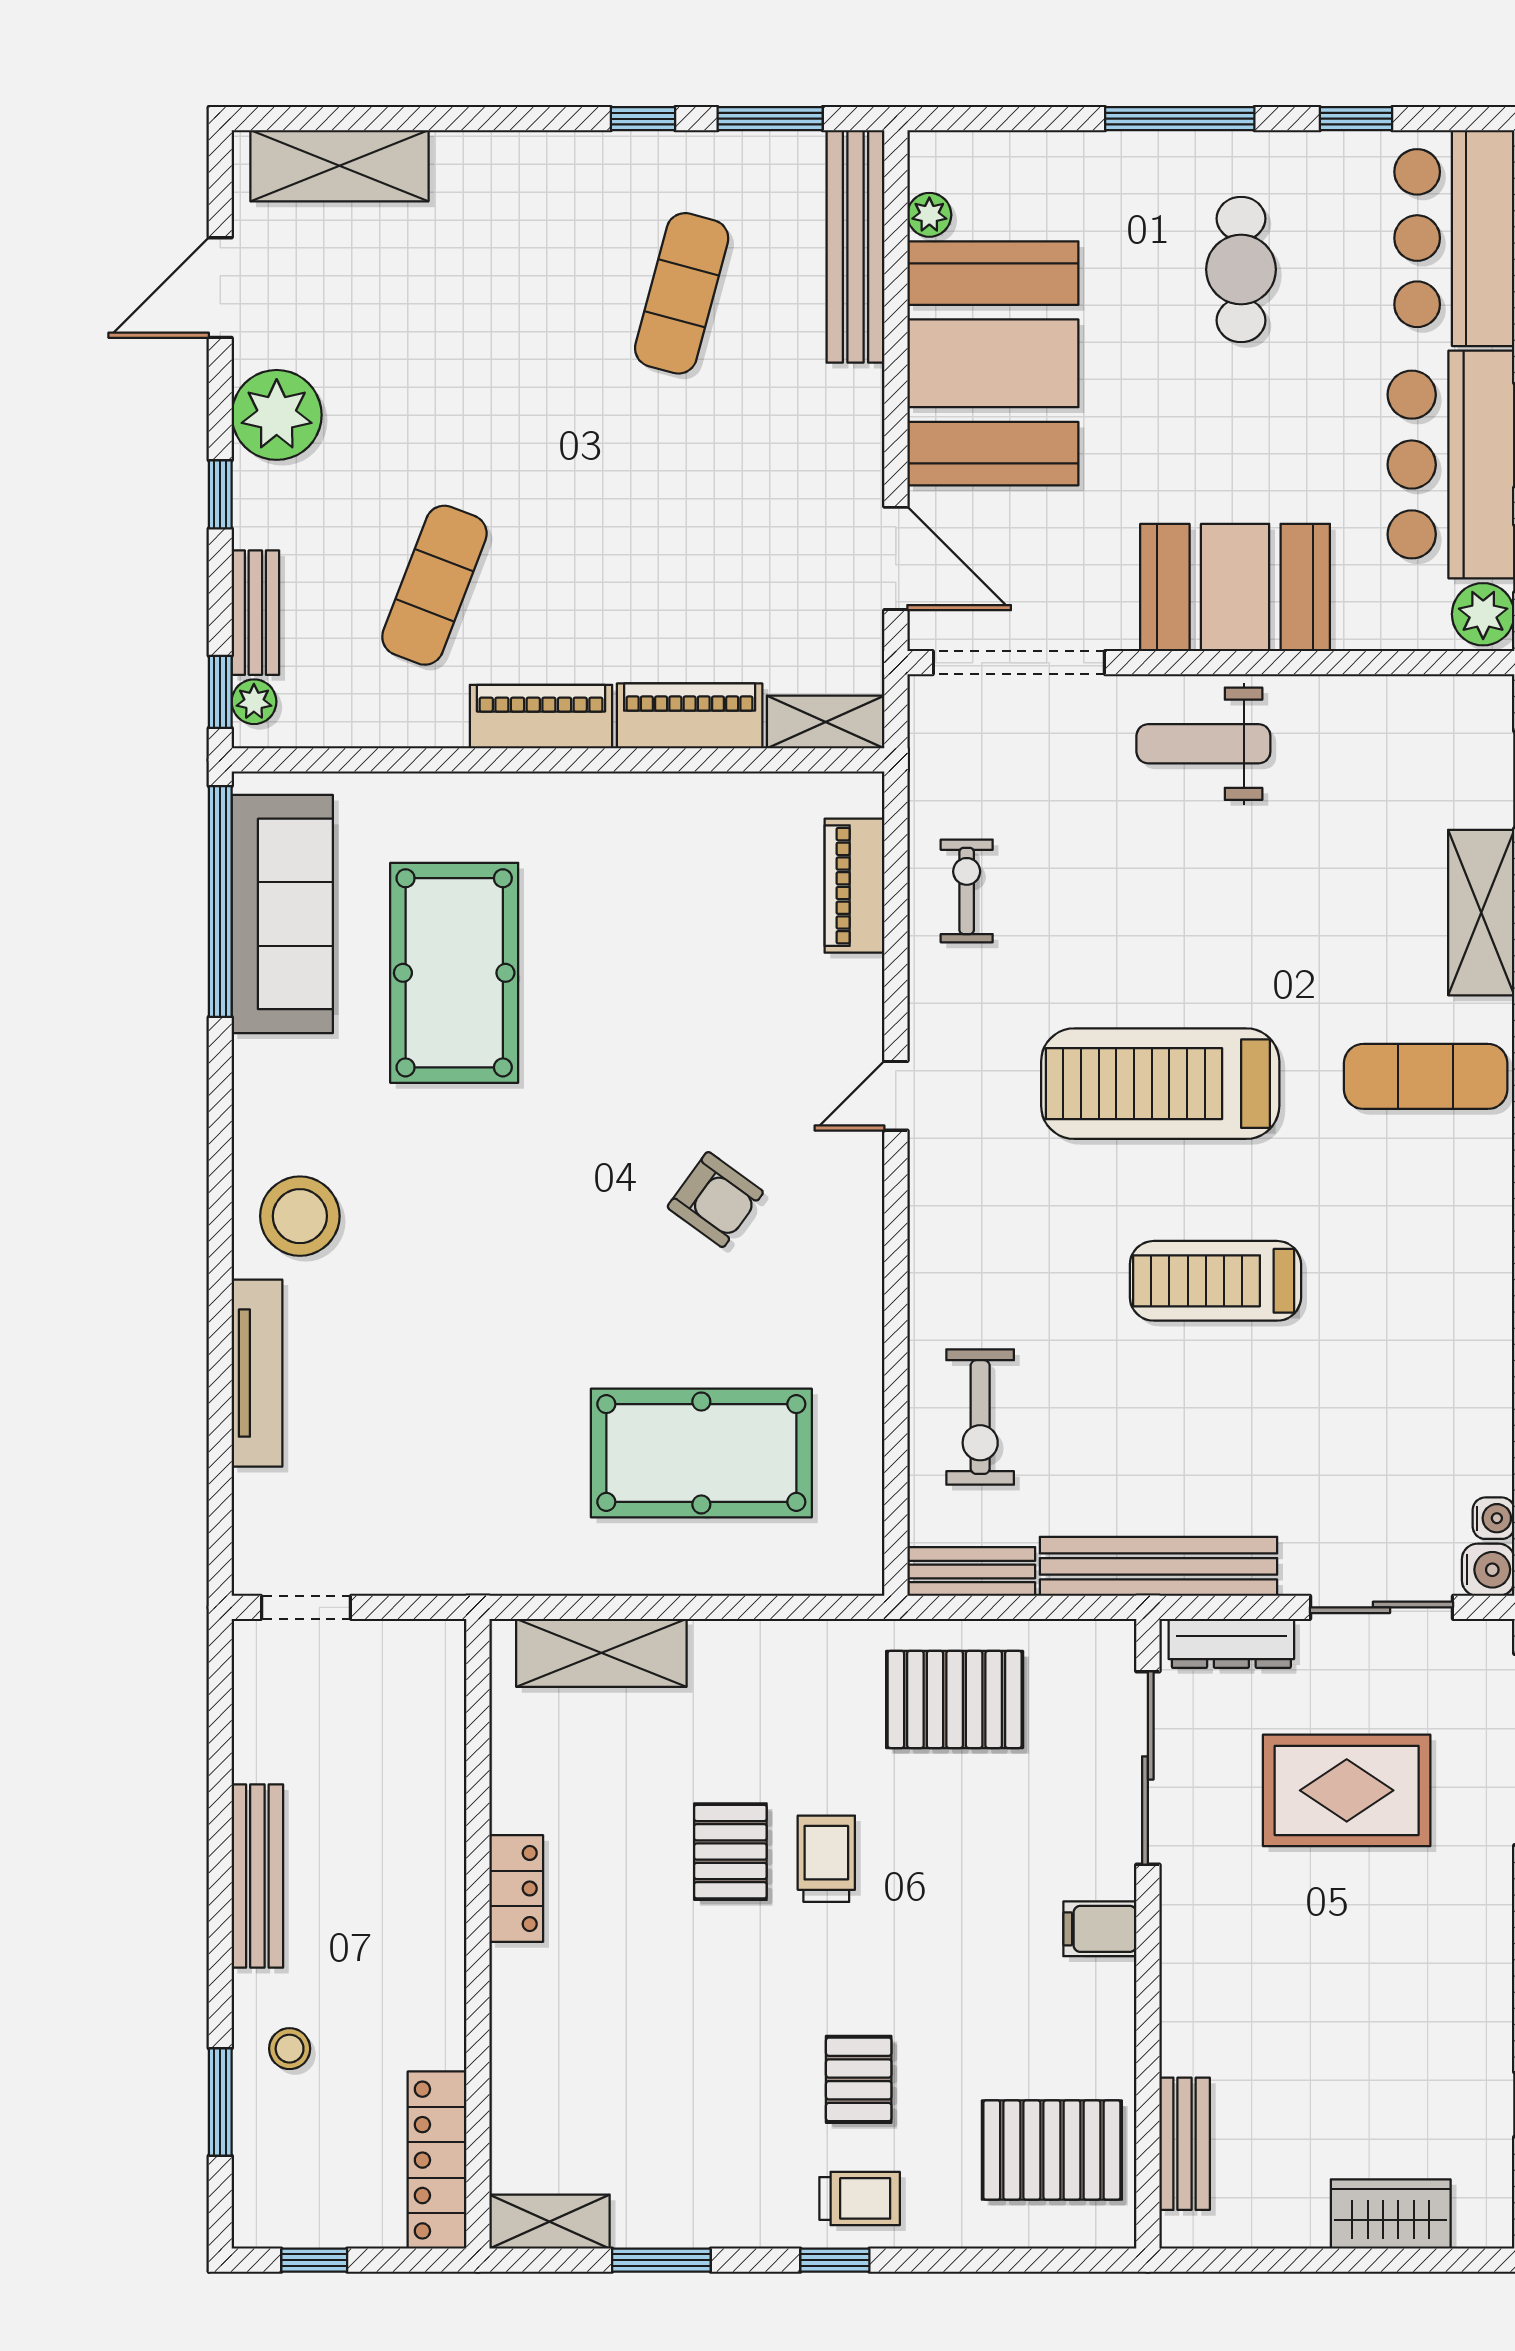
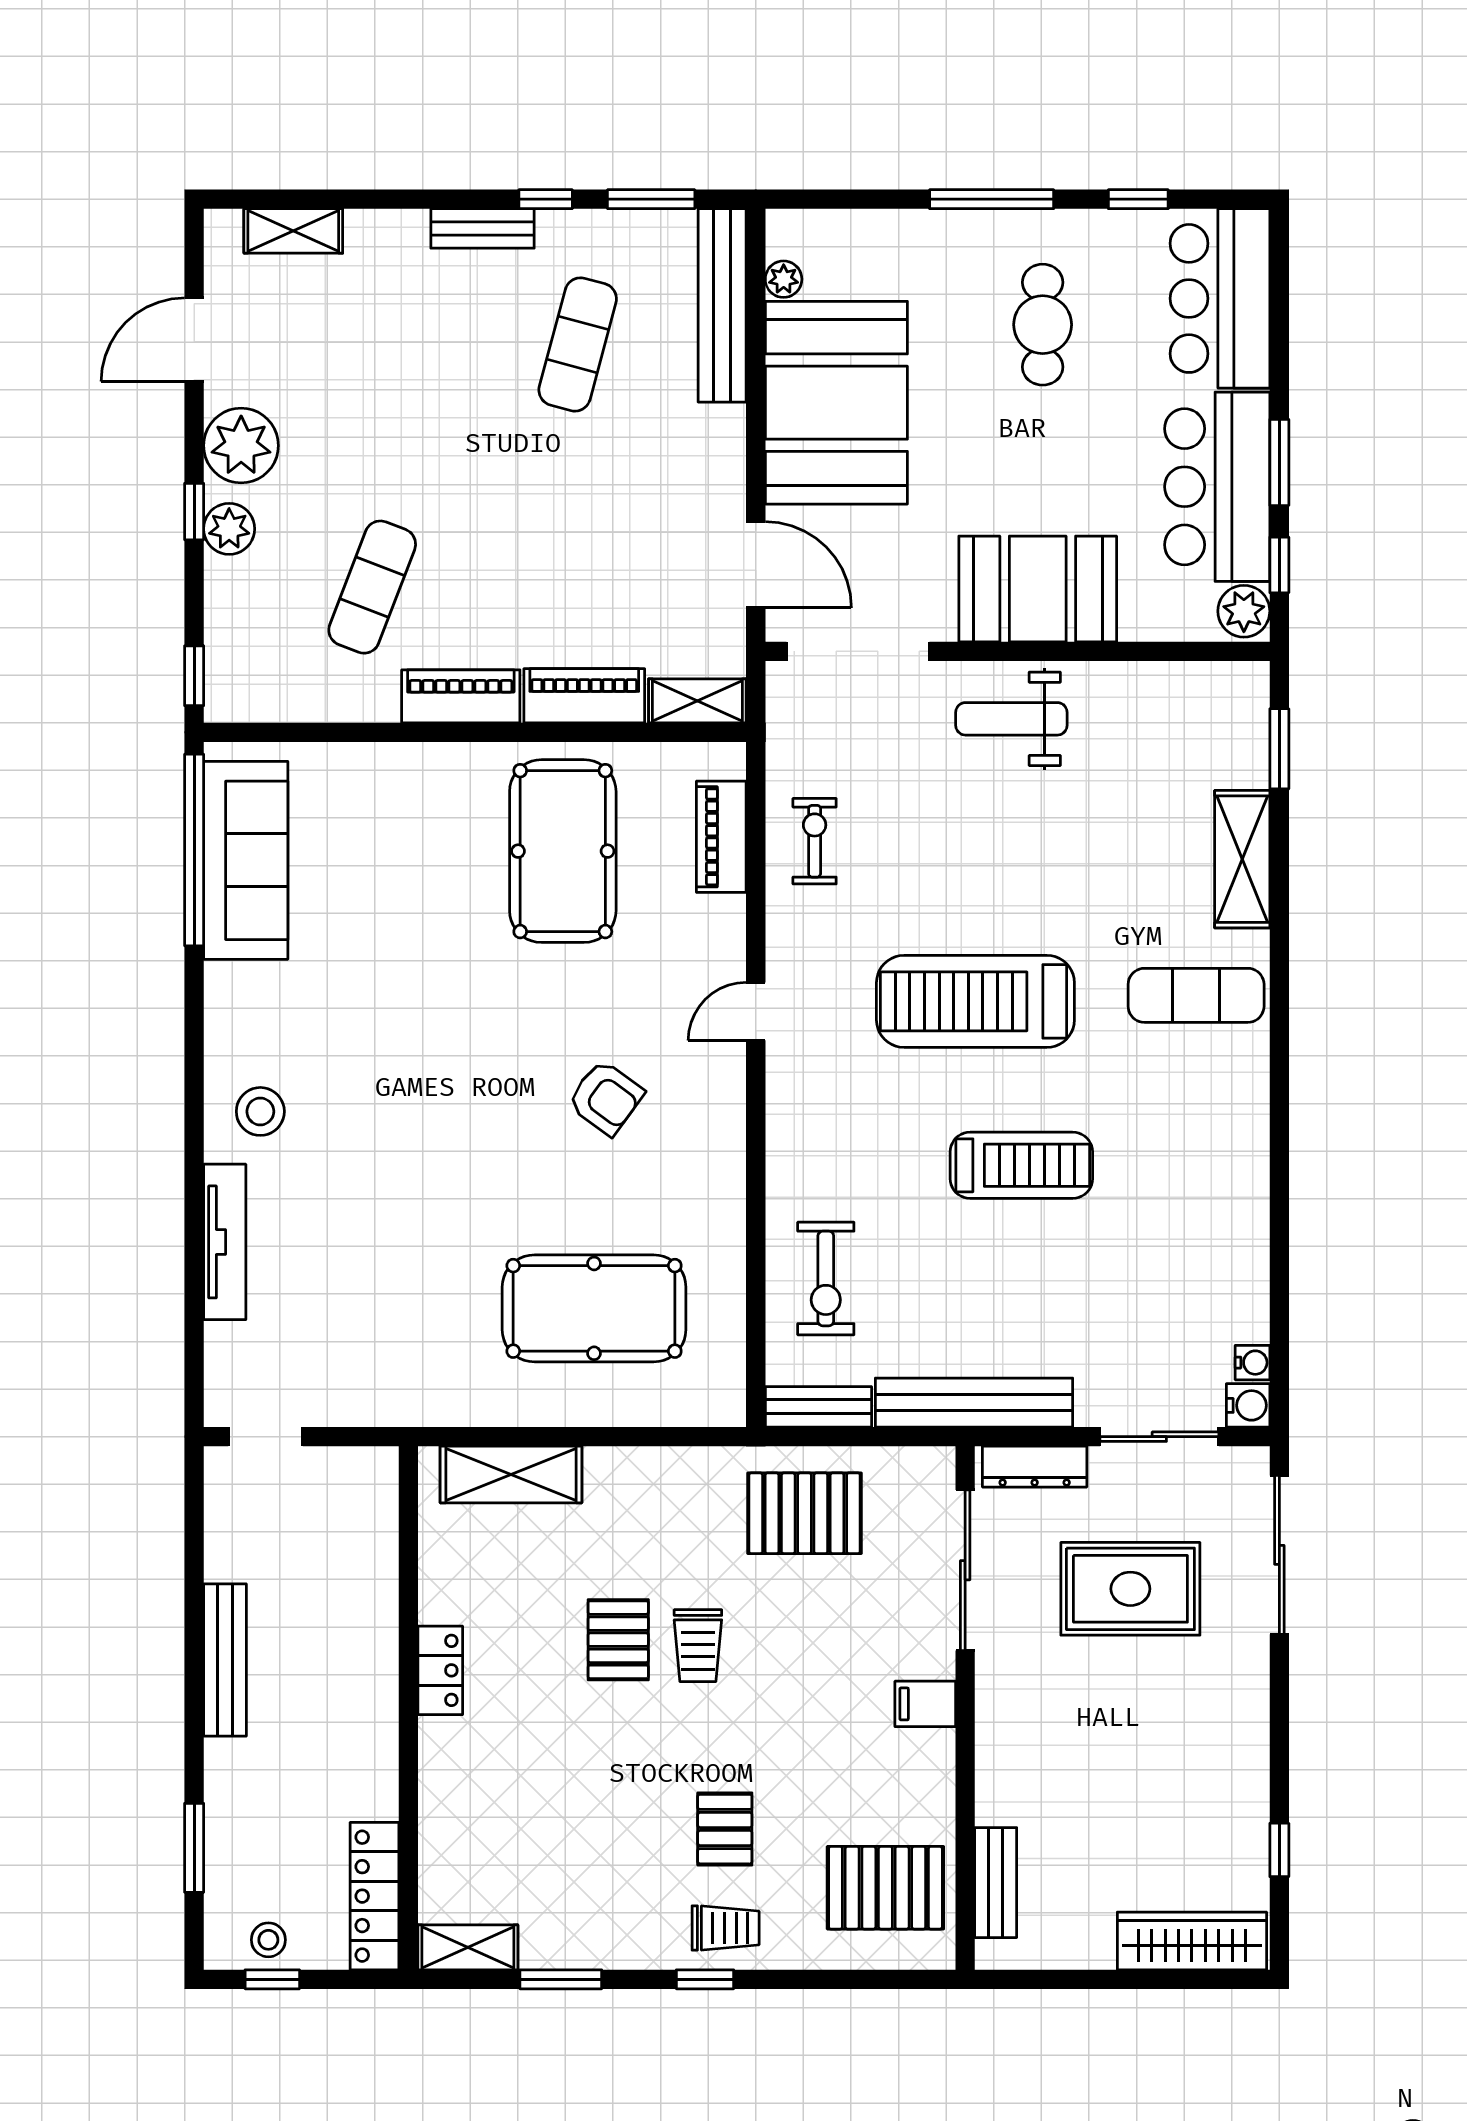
shelving: (339, 166) -> (293, 231), width x0.67, depth x0.75
bench: (255, 613) -> (483, 228), moved, turned 90
plant: (254, 702) -> (229, 529), moved, width x1.38, depth x1.38
pool table: (454, 973) -> (563, 851), moved
stool: (300, 1216) -> (260, 1111), width x0.73, depth x0.73
treadmill: (1215, 1281) -> (1021, 1165), turned 180
trolley: (826, 1859) -> (698, 1646), turned 180
stool: (290, 2049) -> (268, 1940), moved
wardrobe: (1391, 2214) -> (1192, 1941), width x1.50

